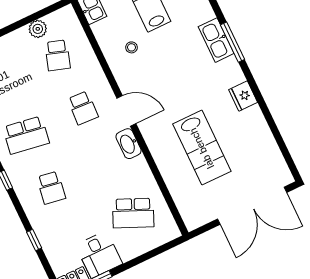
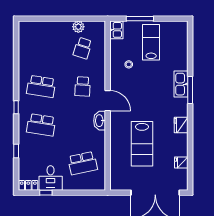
fridge: (268, 147) -> (181, 163), added
school desk: (51, 188) -> (41, 125), width x1.85
school desk: (133, 213) -> (83, 163), turned -36

